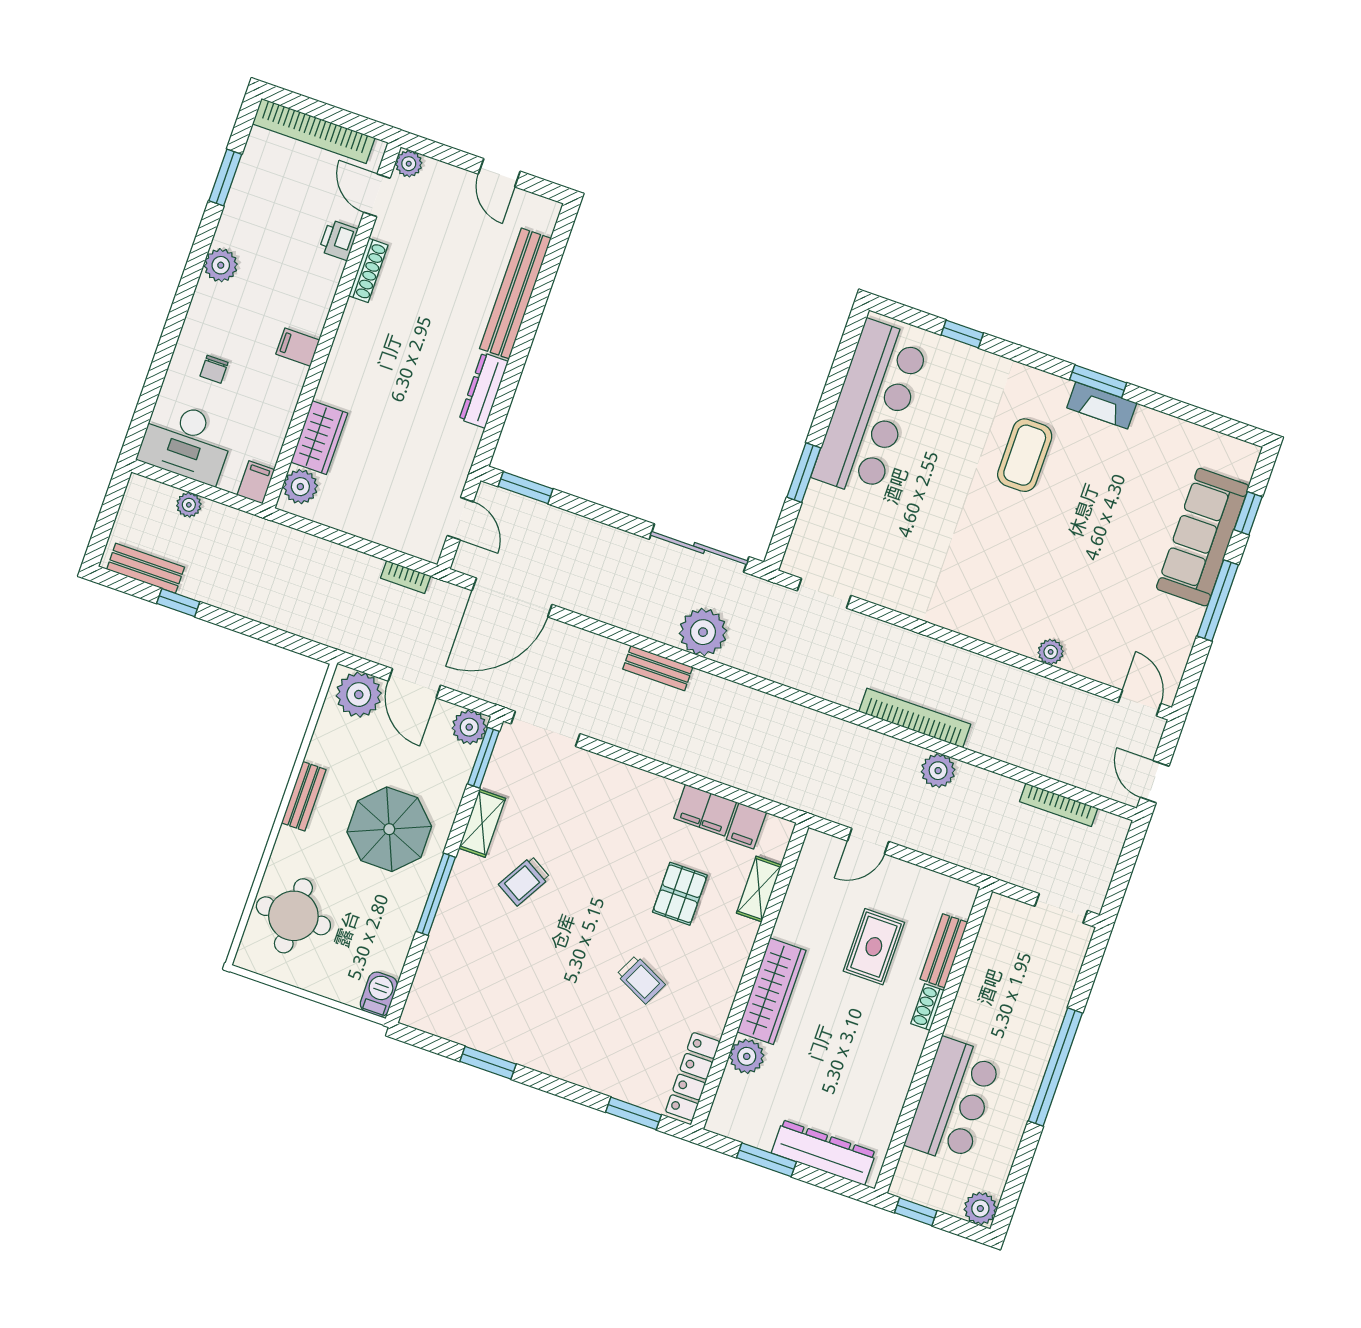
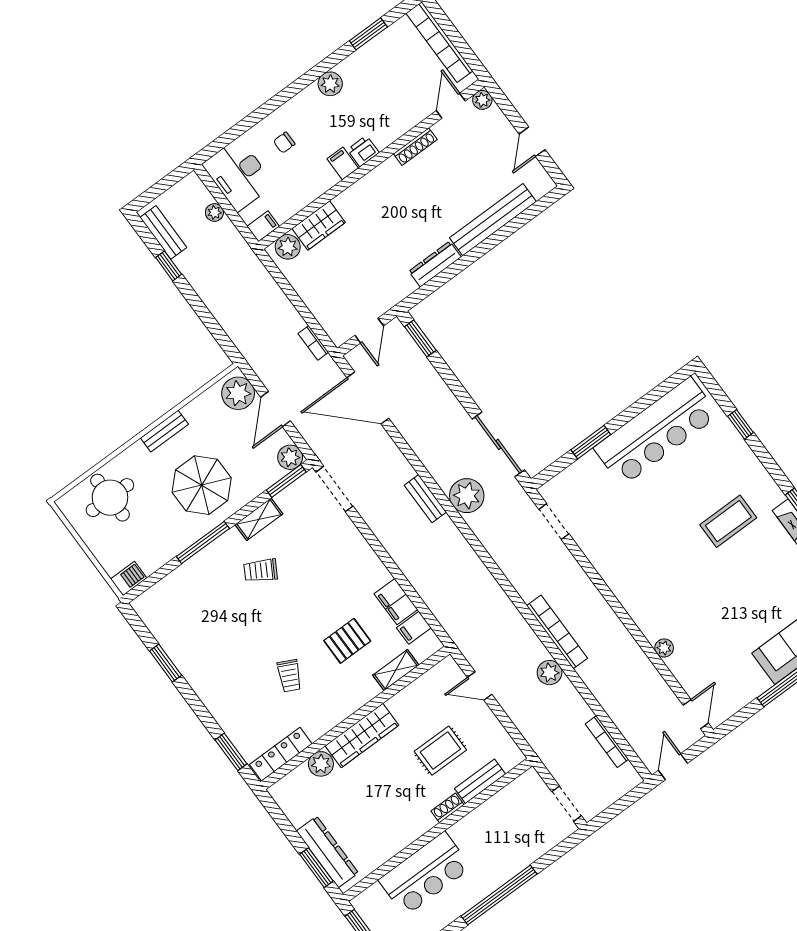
printer: (338, 240) -> (363, 151), moved
window: (766, 1160) -> (316, 868), moved

